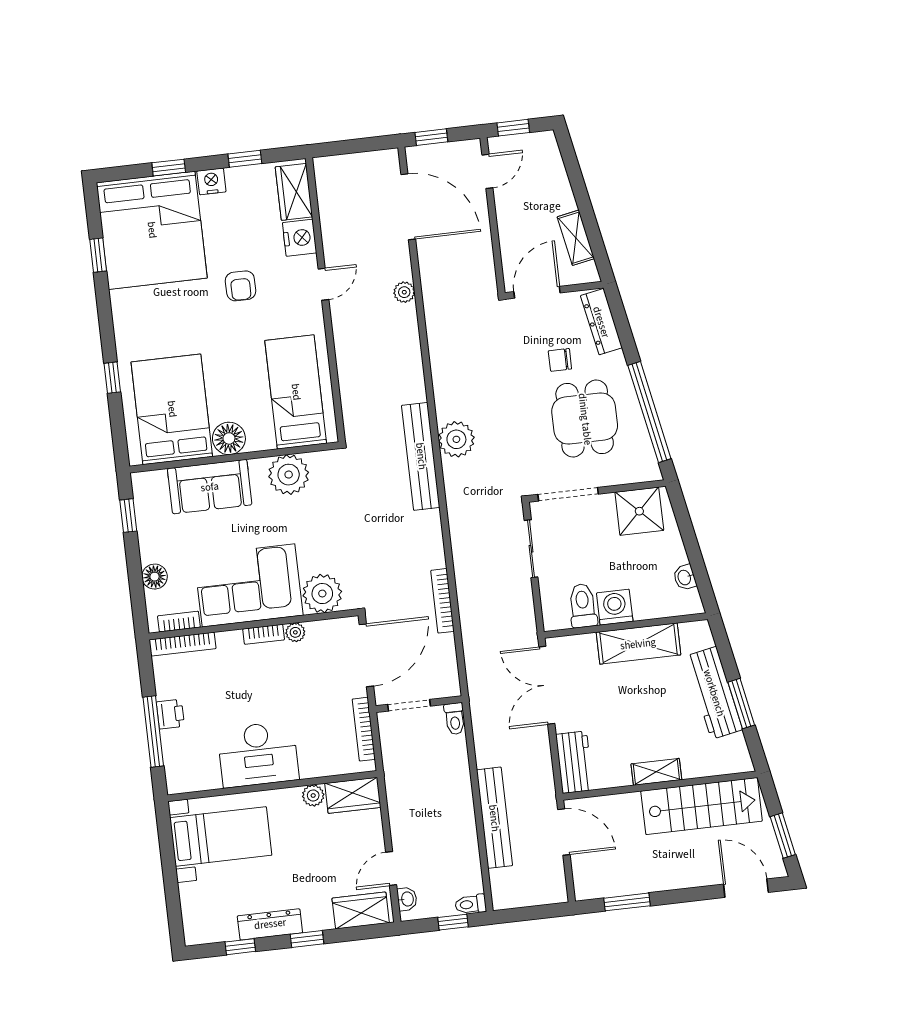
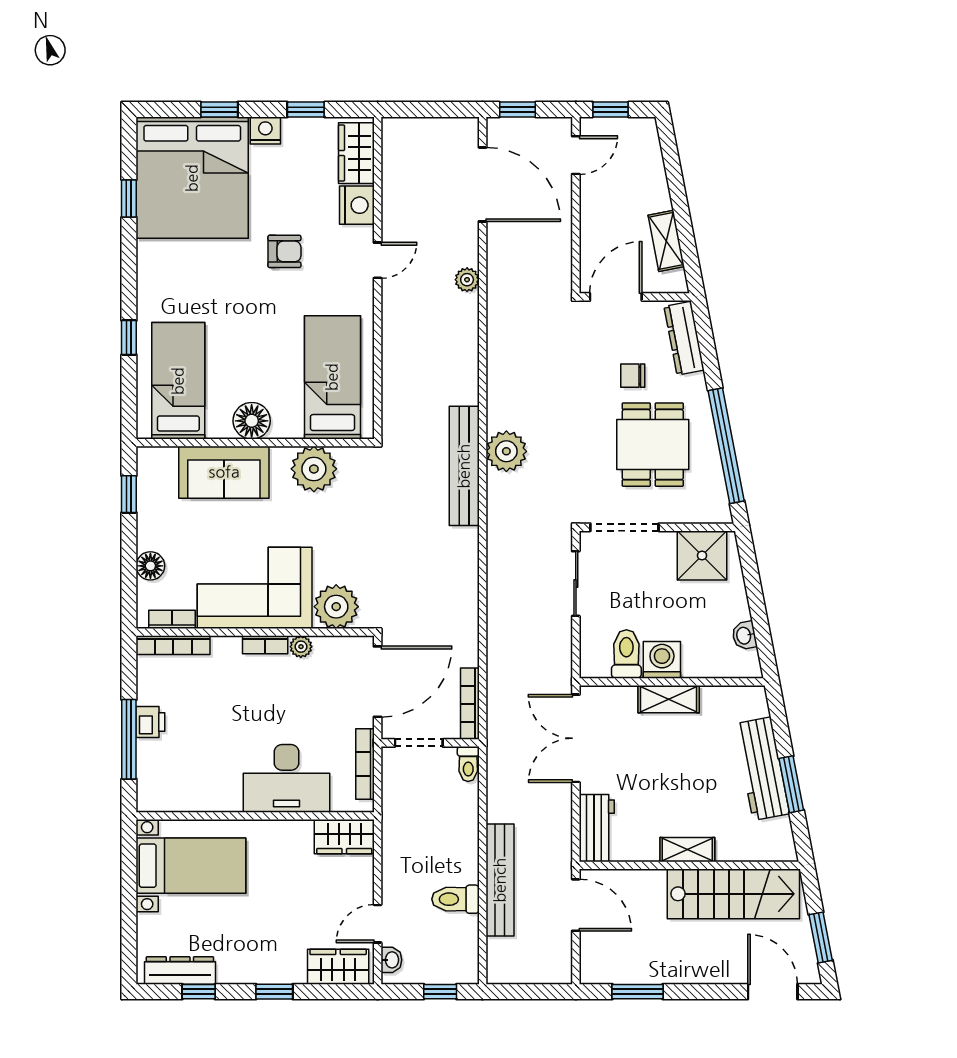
armchair: (241, 286) -> (284, 251), turned -90
bed: (172, 409) -> (178, 381), width x0.67
bookcase: (442, 601) -> (470, 704), moved
shelving: (638, 644) -> (669, 699), width x0.67, depth x0.75
desk: (258, 754) -> (287, 778), moved
plant: (313, 795) -> (300, 832), removed
toilet: (471, 904) -> (455, 899), moved, width x1.37, depth x1.39
dresser: (270, 924) -> (180, 971), moved

